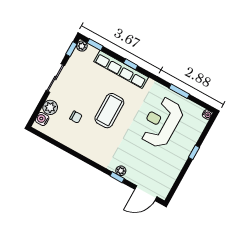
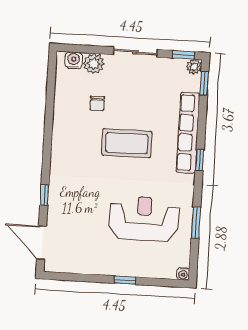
window: (131, 64) -> (200, 160), moved
plant: (121, 171) -> (55, 196), removed

